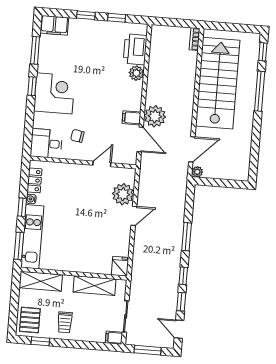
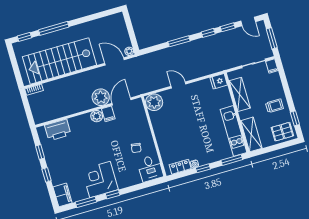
plant: (136, 73) -> (97, 116), moved
corner desk: (54, 93) -> (100, 180), moved
door: (102, 164) -> (150, 122), removed
plant: (123, 194) -> (154, 102), moved
kitchen unit: (32, 237) -> (234, 131), moved, turned -90
door: (179, 329) -> (248, 21), hinge flipped

